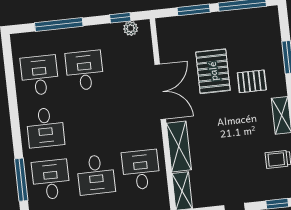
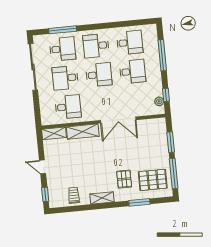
pallet: (213, 71) -> (153, 180), moved
desk: (90, 123) -> (99, 75), added

